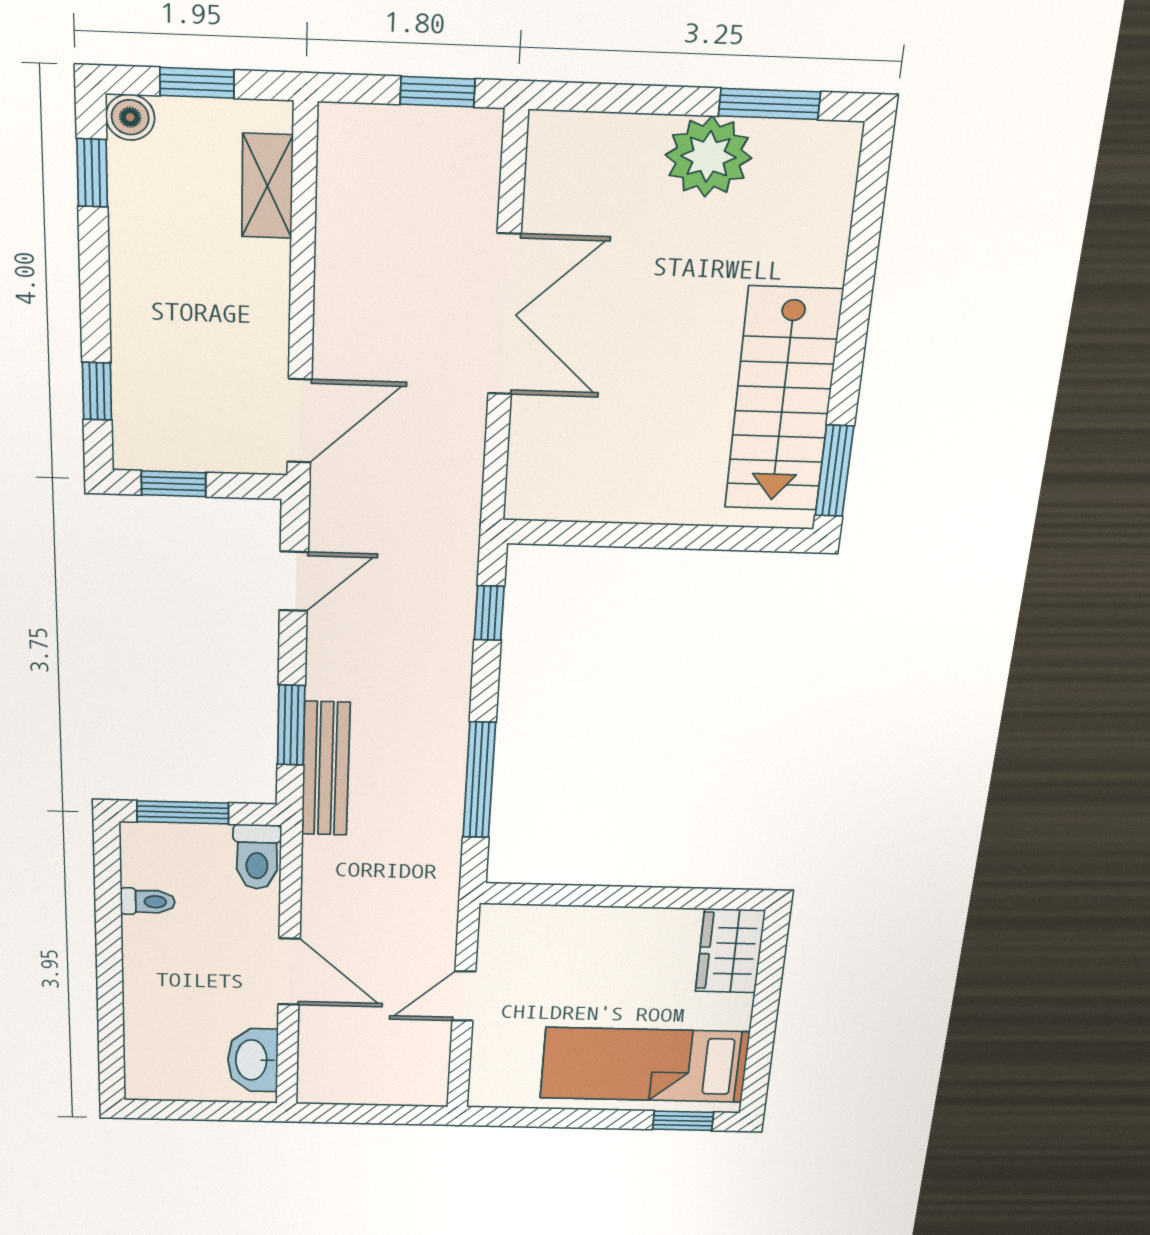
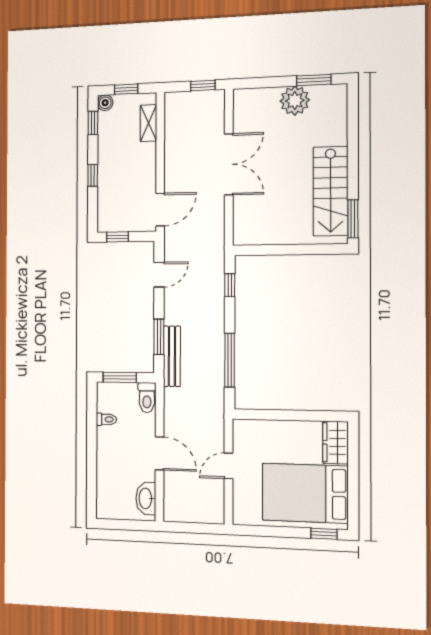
window: (97, 391) -> (93, 175), moved
bed: (645, 1065) -> (305, 493), width x1.50

